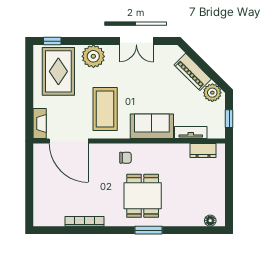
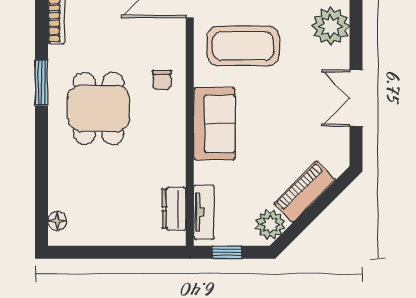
tv unit: (191, 133) -> (204, 212), moved
dining table: (143, 196) -> (99, 108), turned 90
window: (149, 230) -> (41, 83), moved

